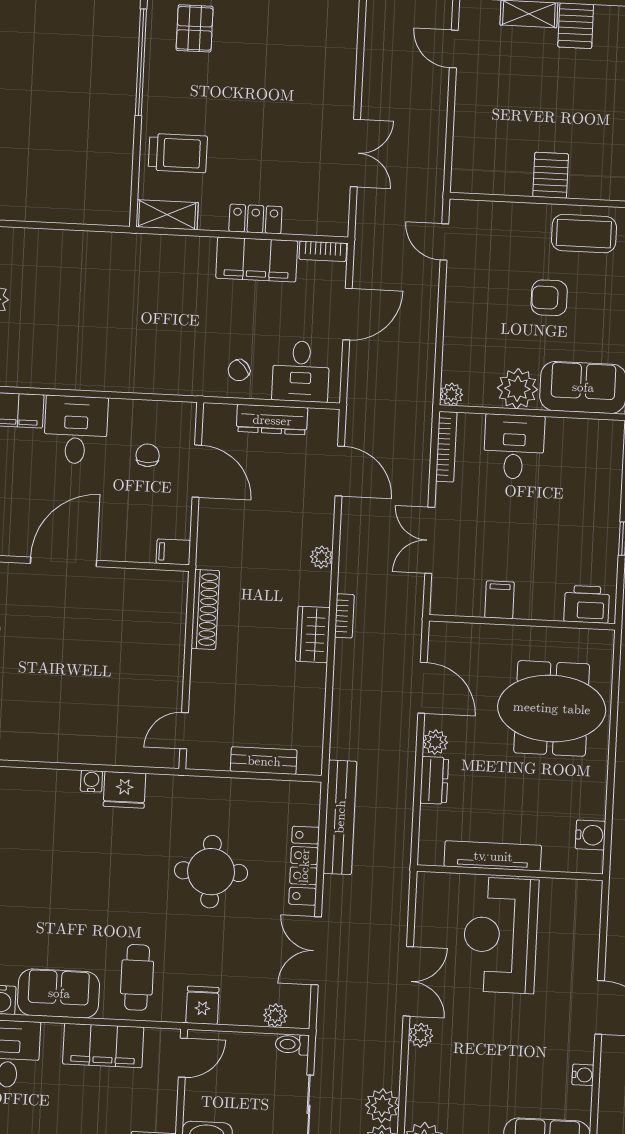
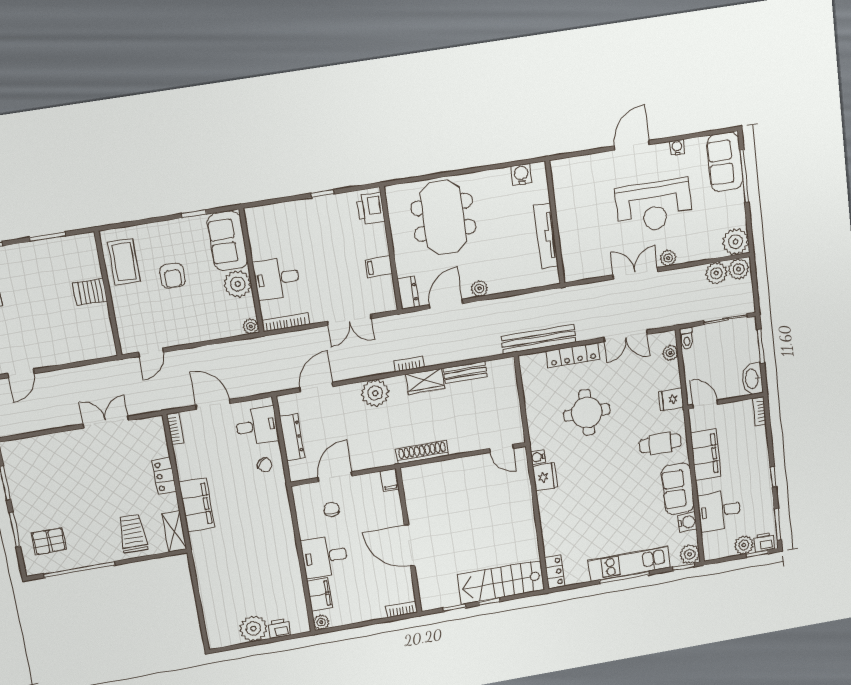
filing cabinet: (257, 259) -> (197, 505), moved
chair: (148, 455) -> (331, 509), turned 90
plant: (321, 557) -> (375, 393), width x1.88, depth x1.88
bench: (264, 761) -> (465, 373), moved, turned 90
dresser: (434, 780) -> (408, 293), moved, turned 90
water cooler: (91, 781) -> (538, 457), moved
reception desk: (501, 935) -> (654, 206), moved

